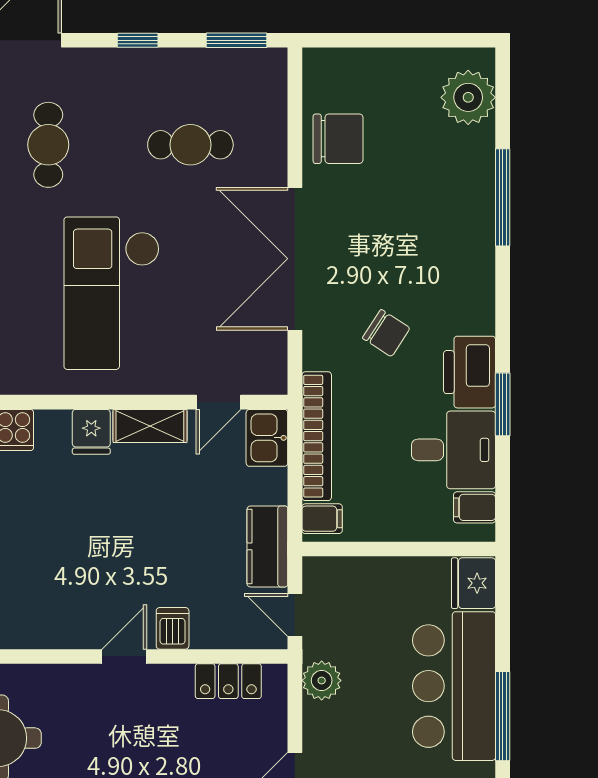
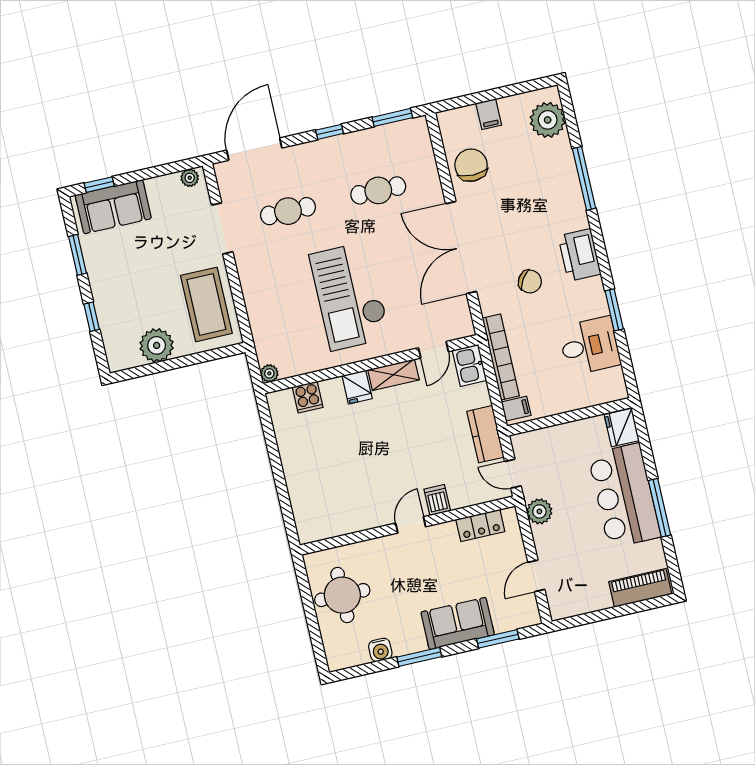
chair: (338, 139) -> (471, 165), turned -90
cafe table: (48, 145) -> (288, 211), turned 90
printer: (470, 372) -> (580, 255), moved
filing cabinet: (475, 507) -> (489, 114), moved, turned -90

